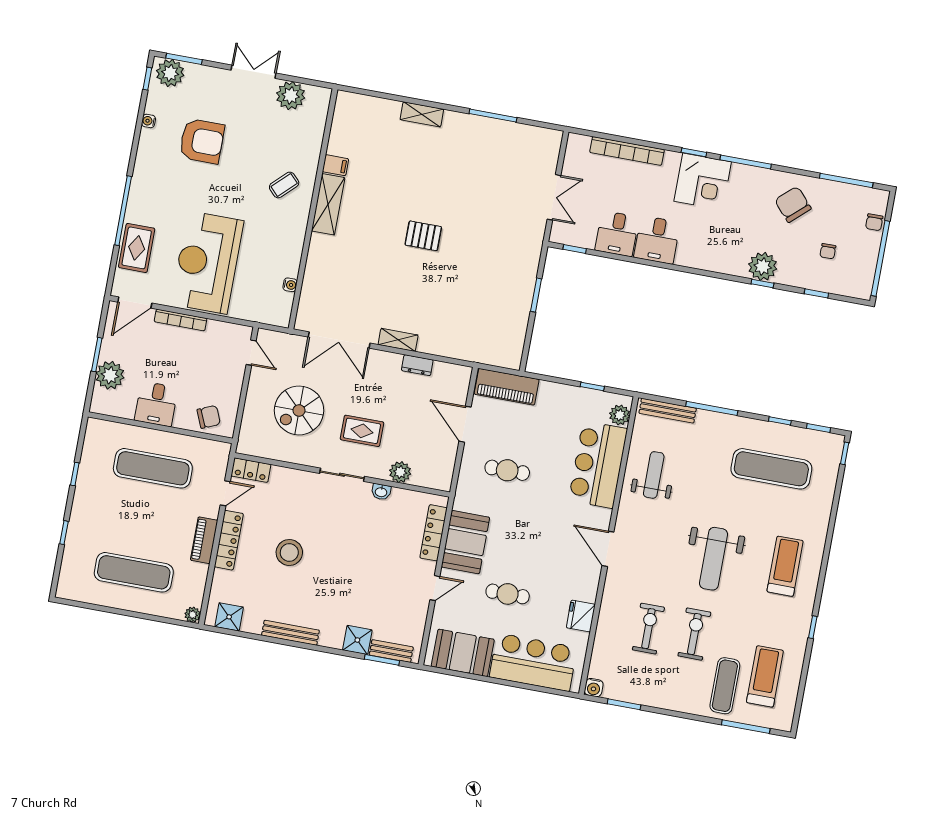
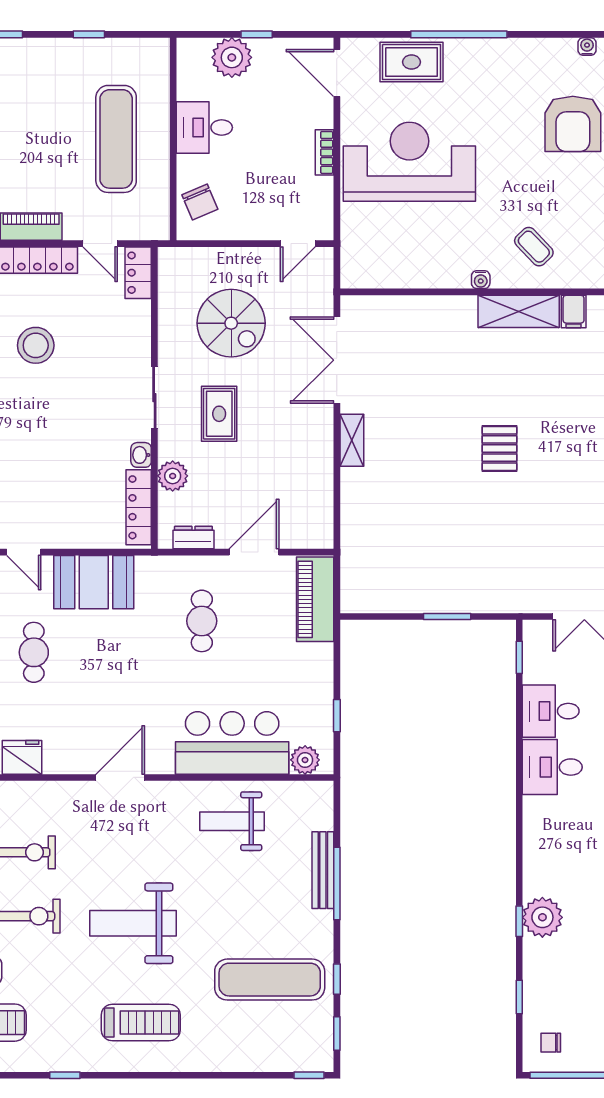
chair: (828, 251) -> (551, 1043), moved
water cooler: (290, 285) -> (481, 280), moved
bookcase: (181, 320) -> (325, 152), width x0.64
window: (97, 355) -> (257, 34), width x0.67
dresser: (417, 365) -> (193, 537), moved, turned 90
spiral stairs: (299, 410) -> (231, 323), turned 180
bench: (668, 411) -> (323, 870), moved
exercise mat: (771, 469) -> (270, 980), turned 90
weight bench: (654, 475) -> (232, 821), turned 180
locker: (434, 533) -> (139, 507), moved, turned -90

